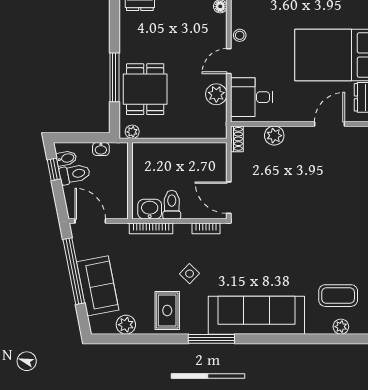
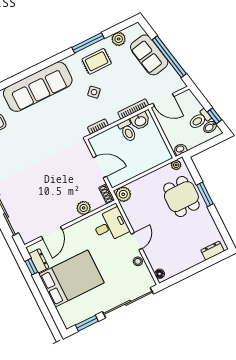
window: (114, 77) -> (205, 194), width x0.69
plant: (216, 94) -> (123, 194), moved
washbasin: (101, 149) -> (180, 149), moved
door: (229, 198) -> (100, 167), moved
door: (90, 221) -> (163, 100), moved
rug: (167, 310) -> (97, 61), turned 90
window: (211, 339) -> (88, 43), moved

